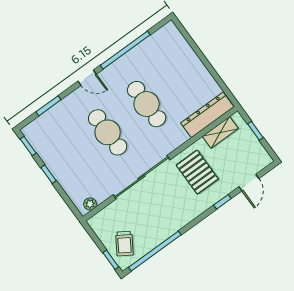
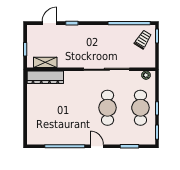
cafe table: (147, 104) -> (140, 108), moved
pallet: (197, 172) -> (74, 50), removed

